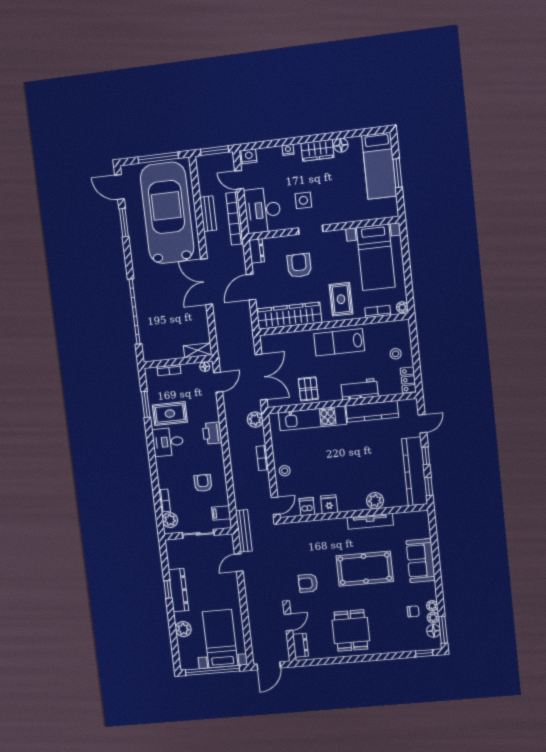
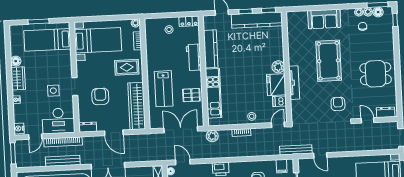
bed: (379, 166) -> (47, 40), moved, turned 180
bench: (208, 214) -> (63, 161), width x1.36
armchair: (299, 265) -> (100, 96), turned 90
lab bench: (339, 342) -> (164, 89), moved
plant: (375, 501) -> (278, 67), moved
fridge: (329, 504) -> (276, 85), width x1.88, depth x1.34
door: (275, 506) -> (278, 125), hinge flipped
tv unit: (370, 521) -> (294, 83), moved
armchair: (308, 583) -> (338, 104), turned 180

